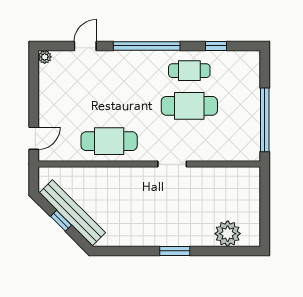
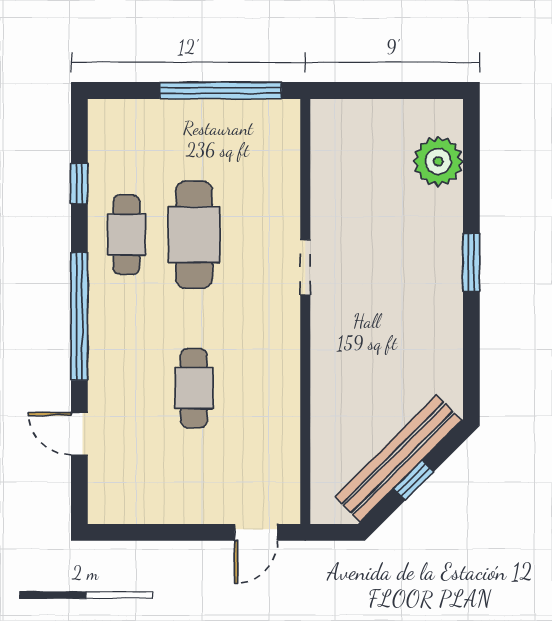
plant: (45, 57) -> (100, 511), removed
door: (34, 138) -> (256, 532), swing flipped
cafe table: (109, 141) -> (194, 388), moved, width x0.73, depth x0.74

